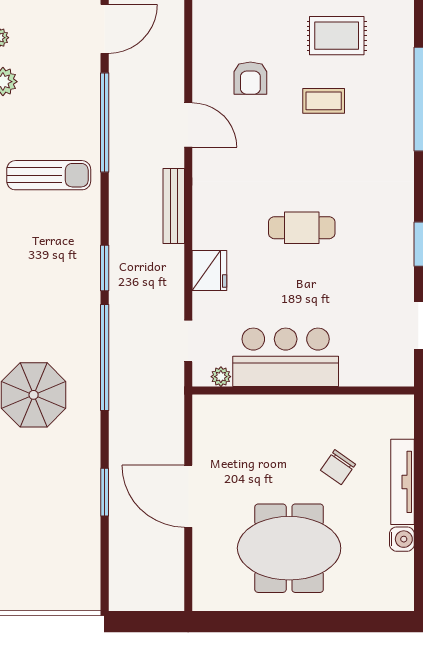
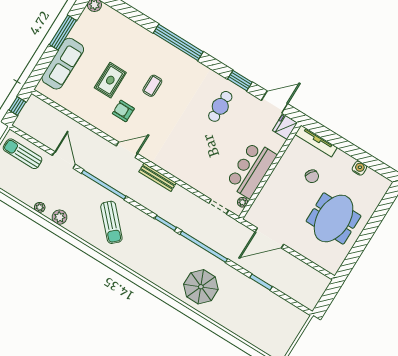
rug: (337, 36) -> (110, 80), moved
armchair: (250, 78) -> (123, 111), turned 180
sun lounger: (49, 175) -> (111, 222), turned 137
cafe table: (302, 228) -> (220, 106), moved
fridge: (209, 271) -> (285, 127), moved, turned -90
tv unit: (403, 482) -> (316, 141), moved
door: (188, 496) -> (269, 238), moved

